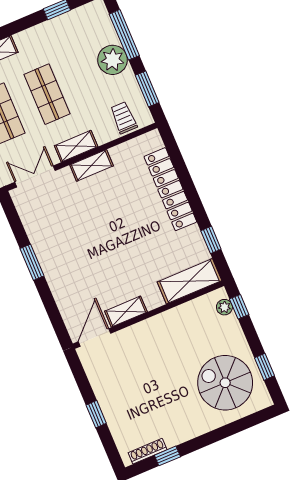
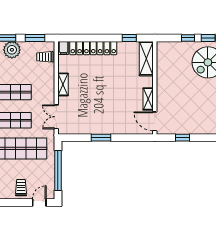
filing cabinet: (151, 141) -> (64, 48), added
shelving: (76, 146) -> (49, 88), removed
plant: (224, 307) -> (168, 46), removed
window: (239, 307) -> (188, 38), moved
window: (96, 414) -> (182, 138), moved

